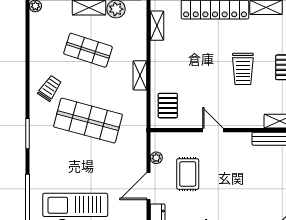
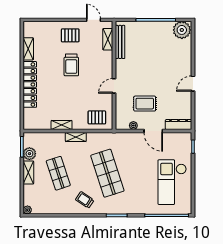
shelving: (157, 26) -> (62, 125), moved
shop shelf: (88, 50) -> (58, 173), turned -36
trolley: (243, 69) -> (71, 65), turned 90
shop shelf: (88, 121) -> (107, 173), turned -33

